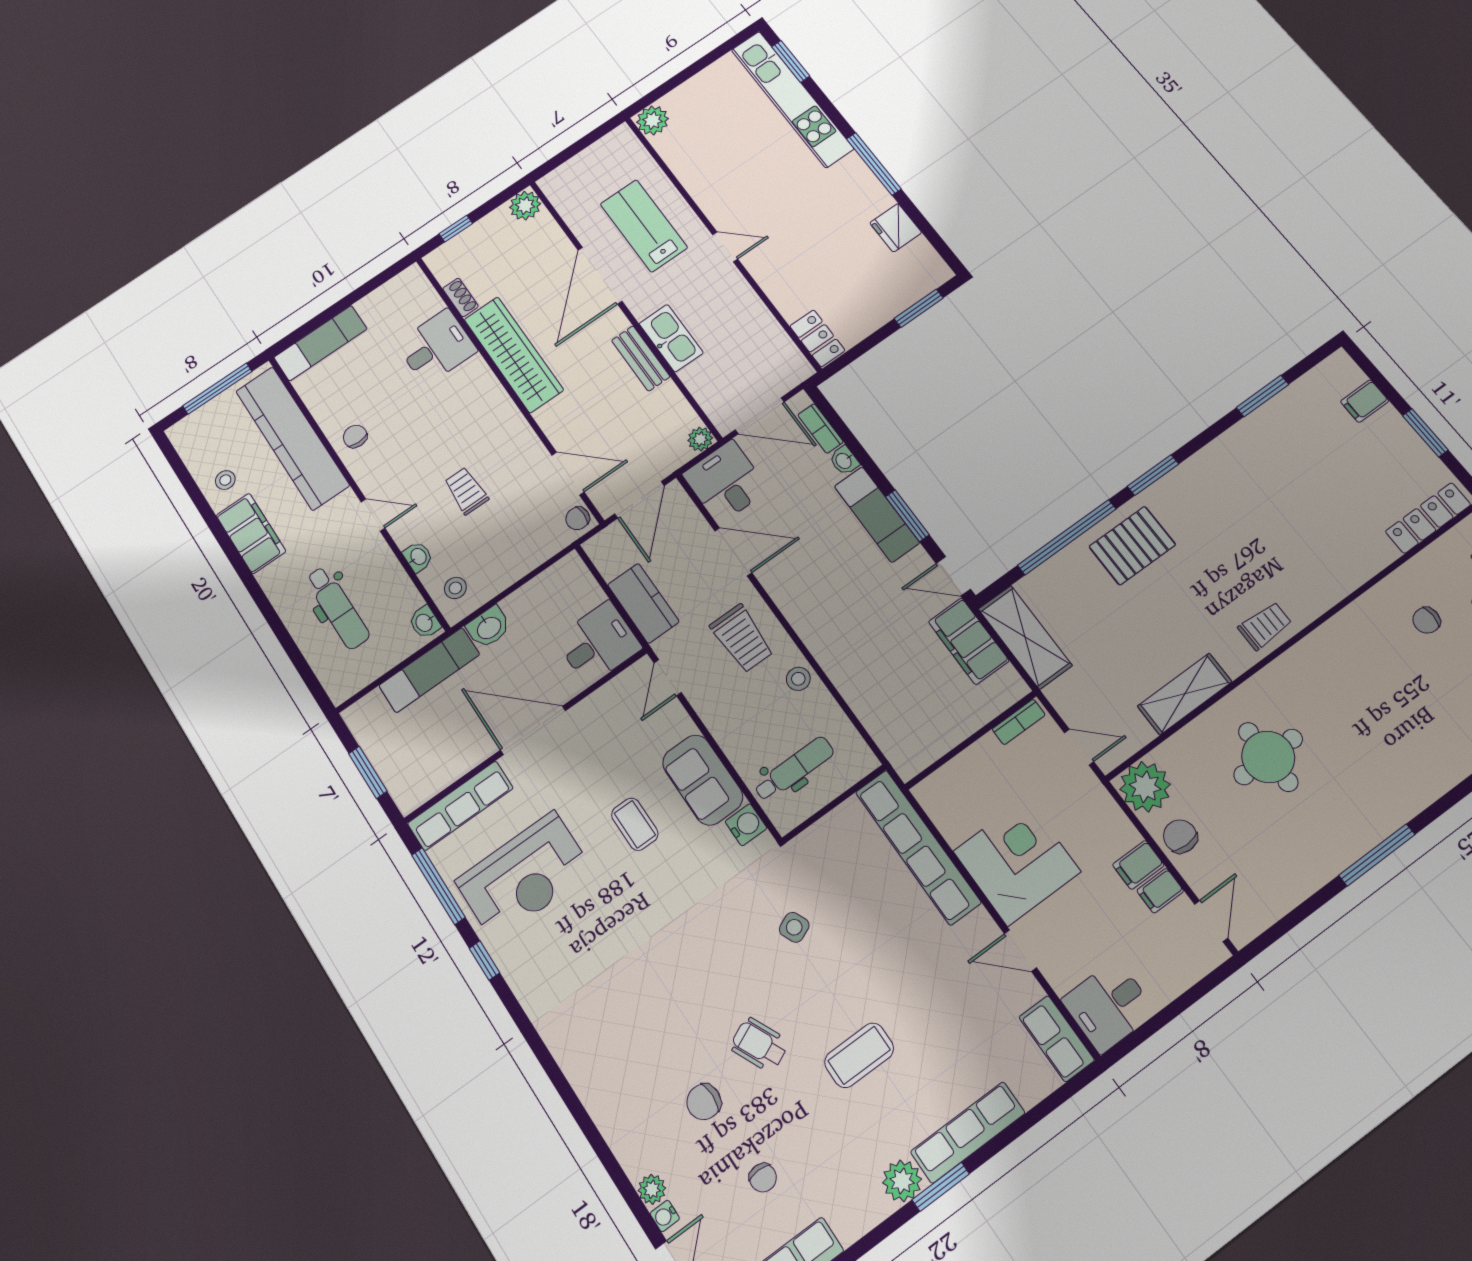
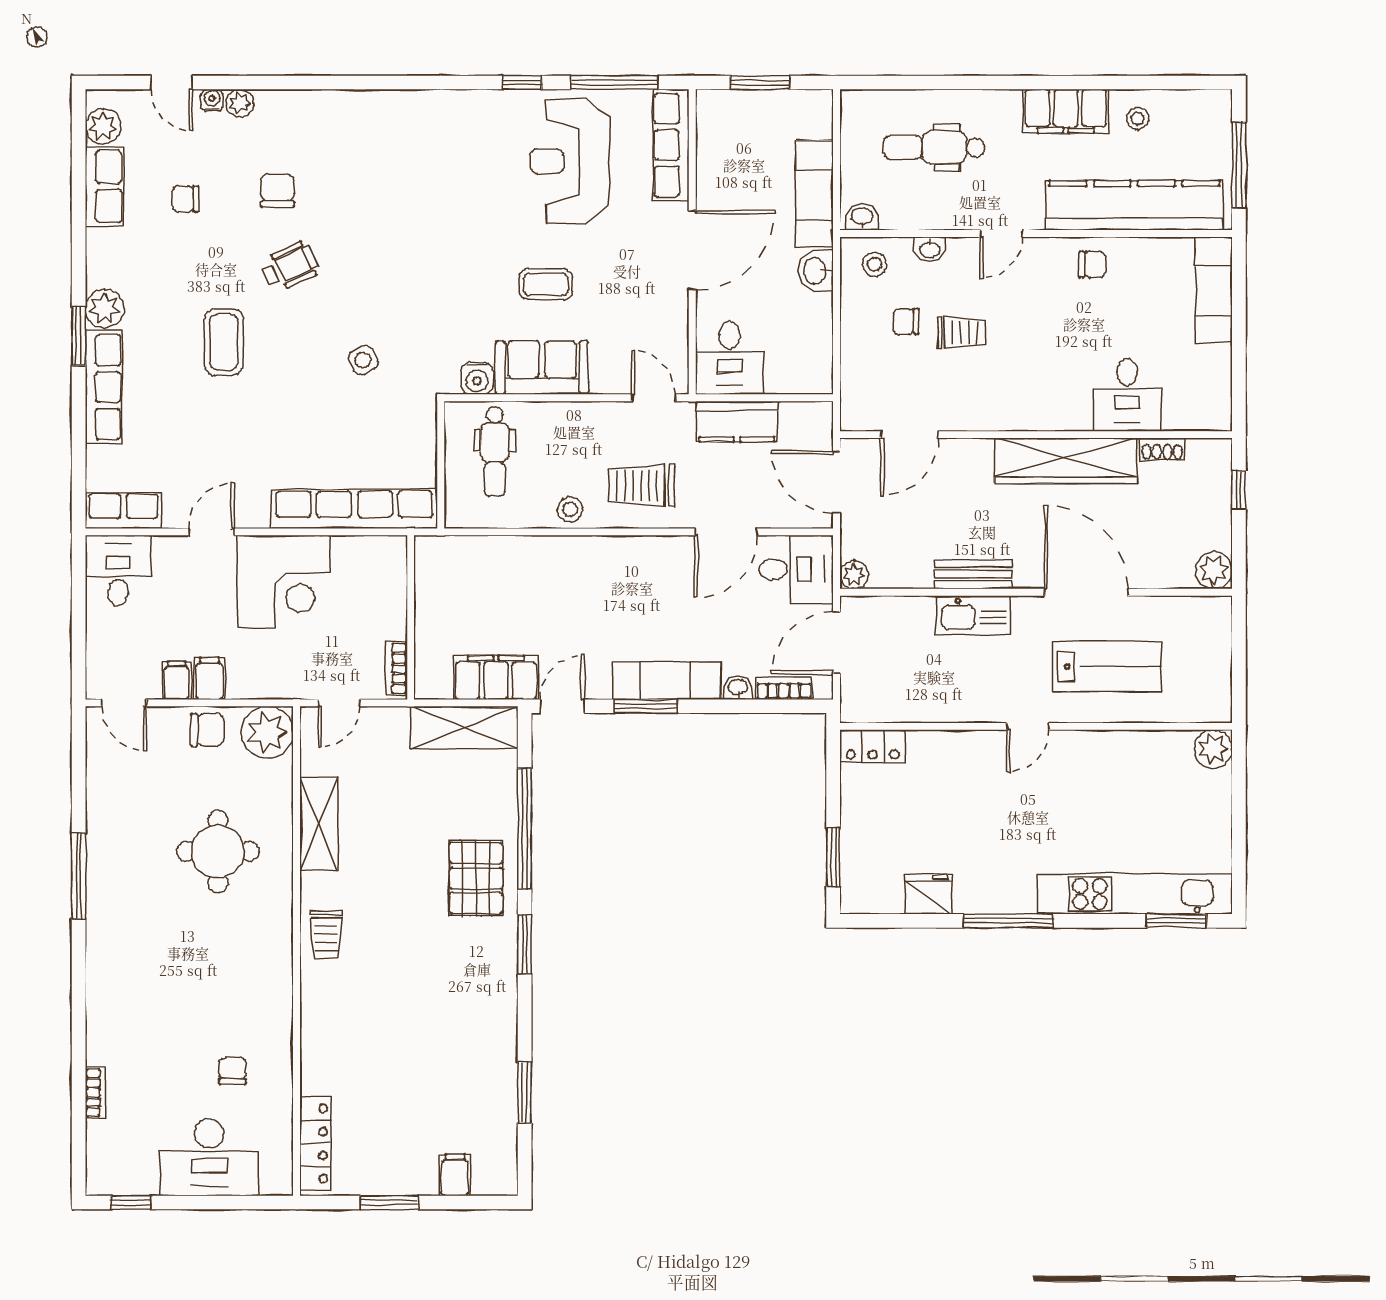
chair: (578, 518) -> (906, 322), moved, turned -90

